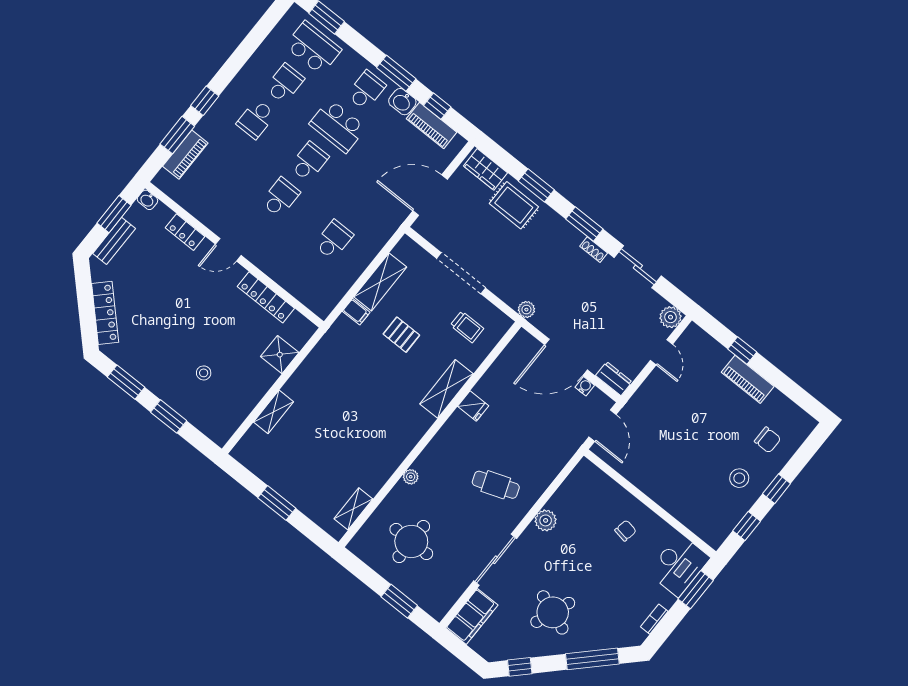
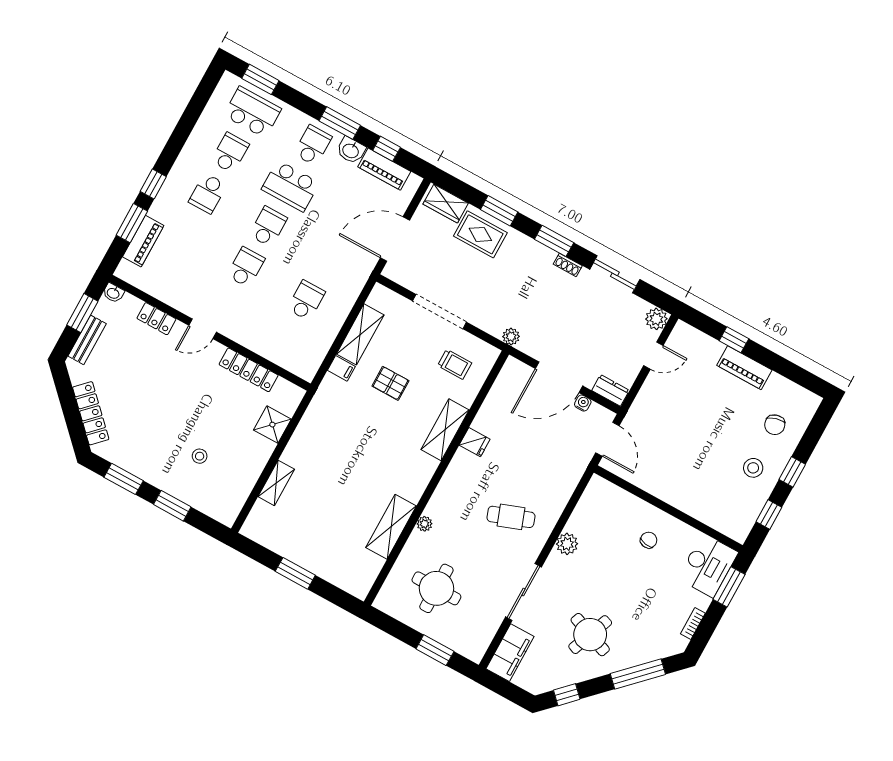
door: (661, 352) -> (653, 356), hinge flipped
chair: (768, 440) -> (775, 425), turned 74
shelving: (353, 509) -> (391, 527), moved, width x1.50, depth x1.33

